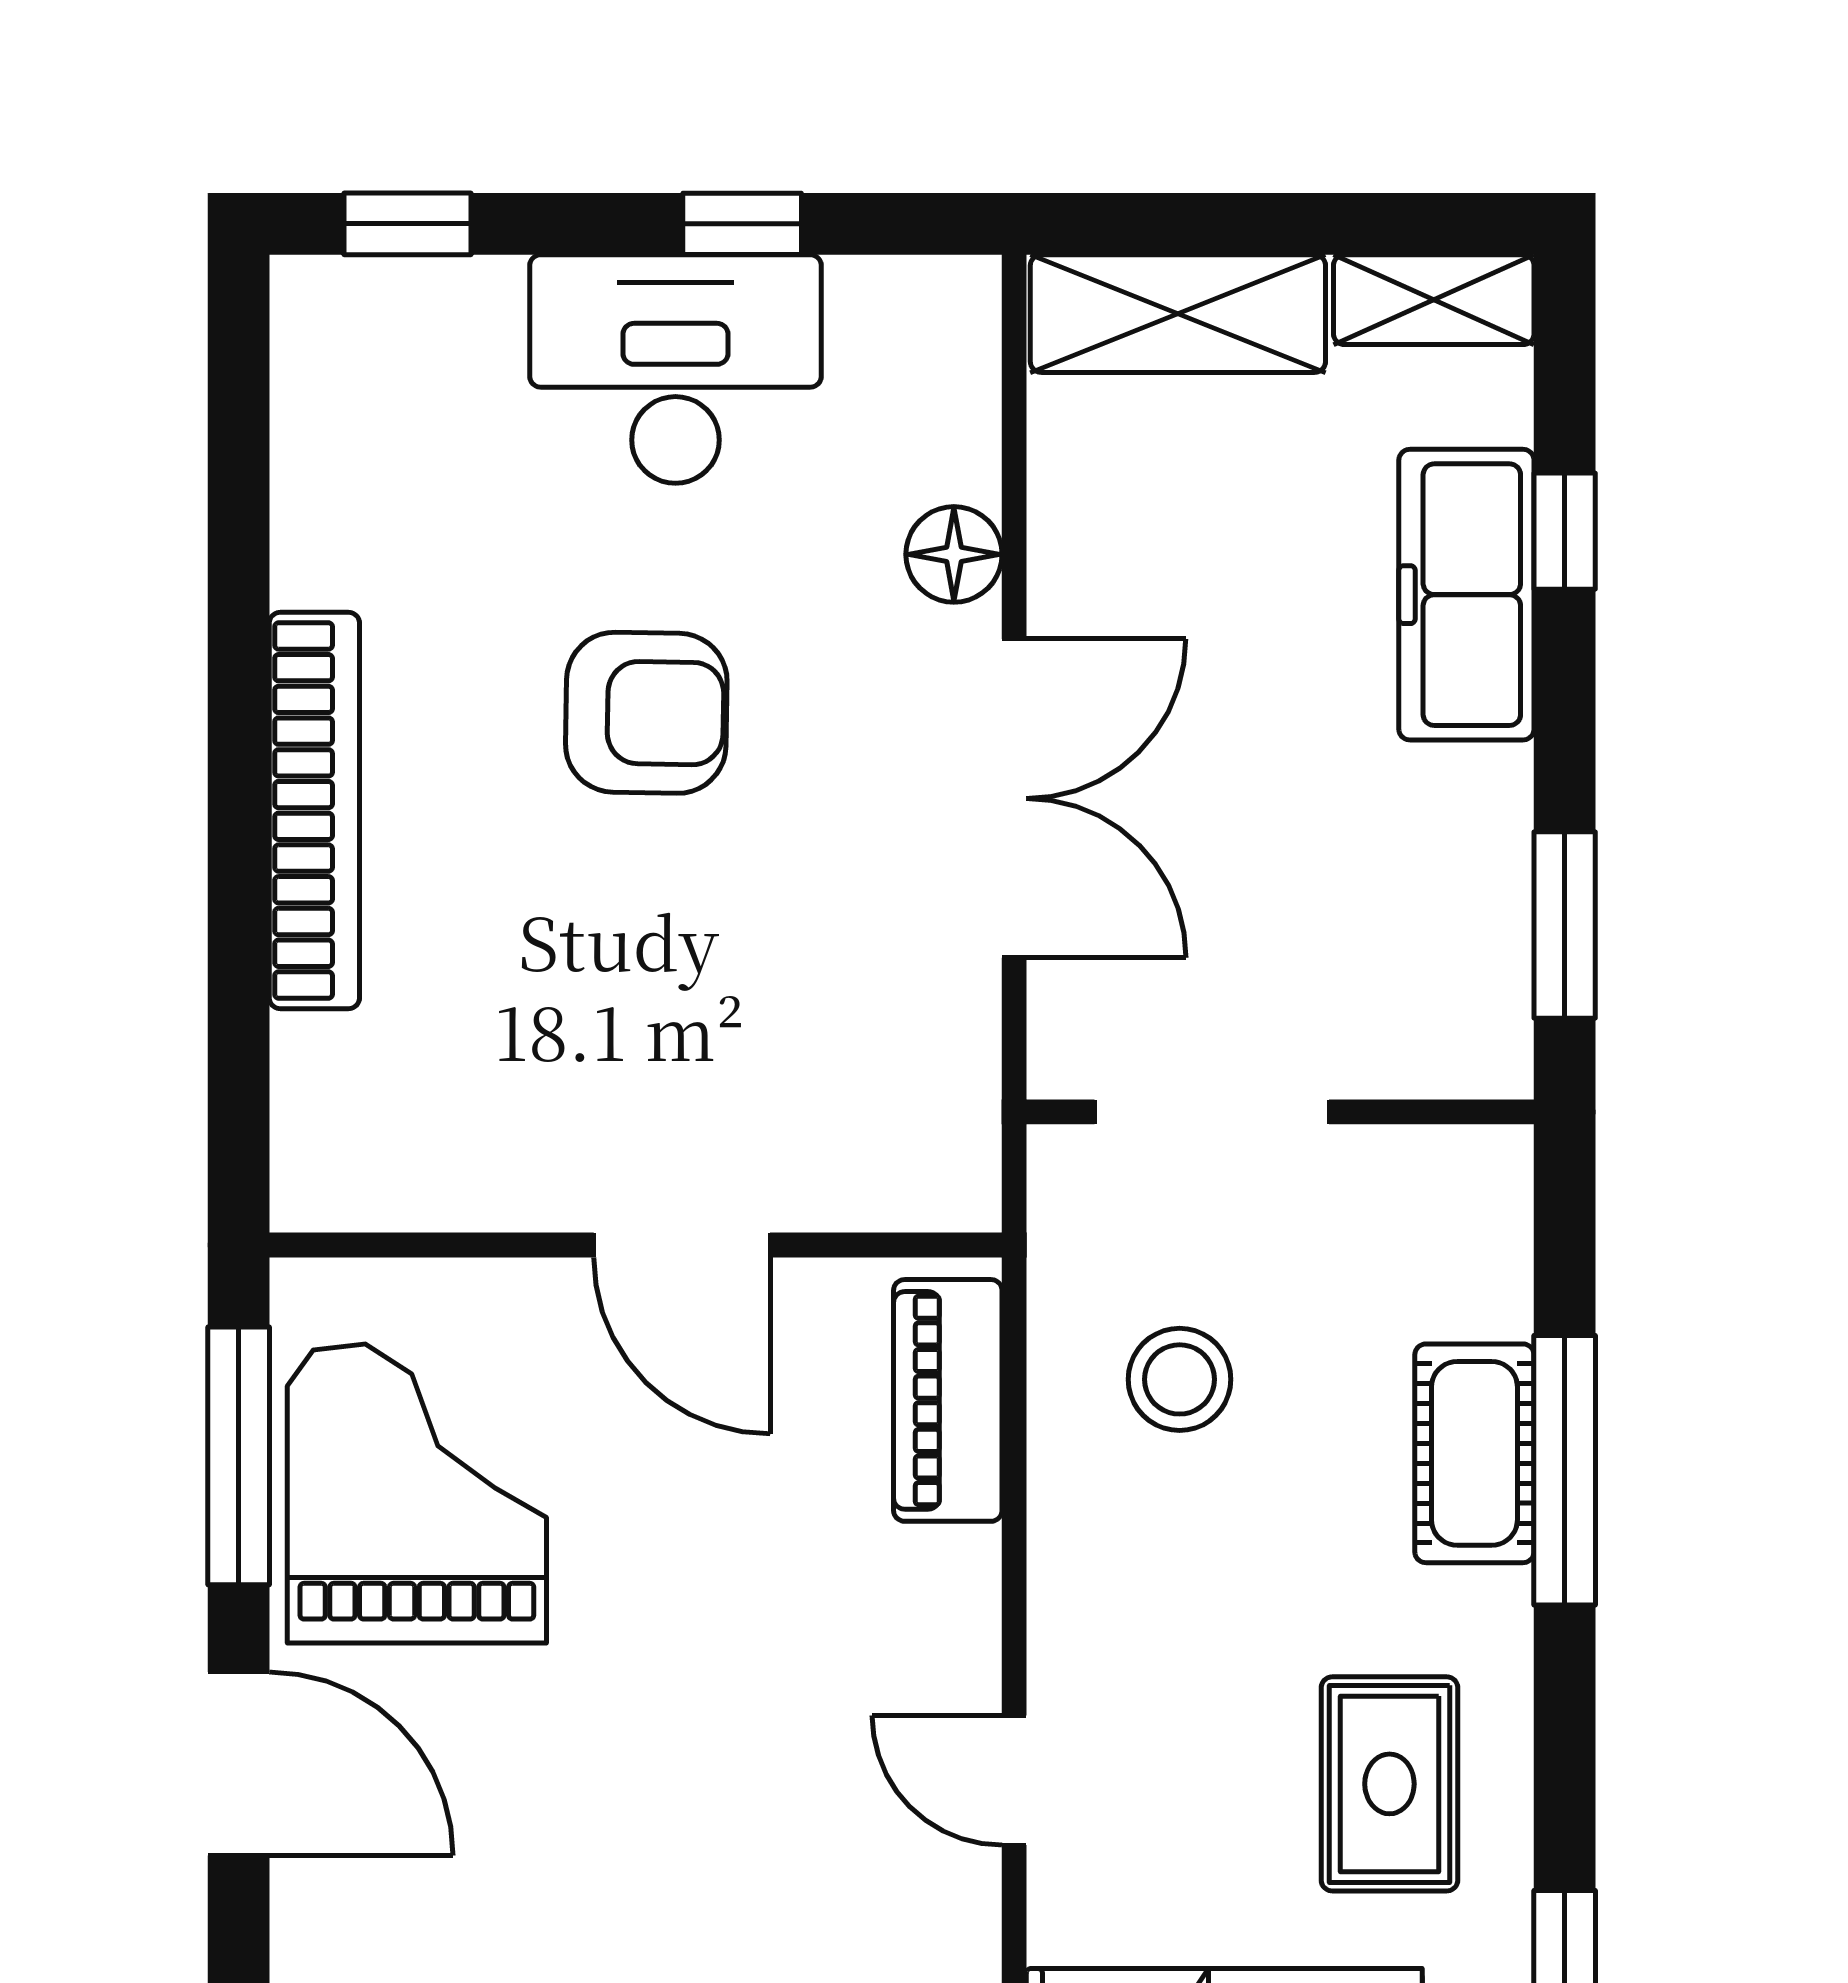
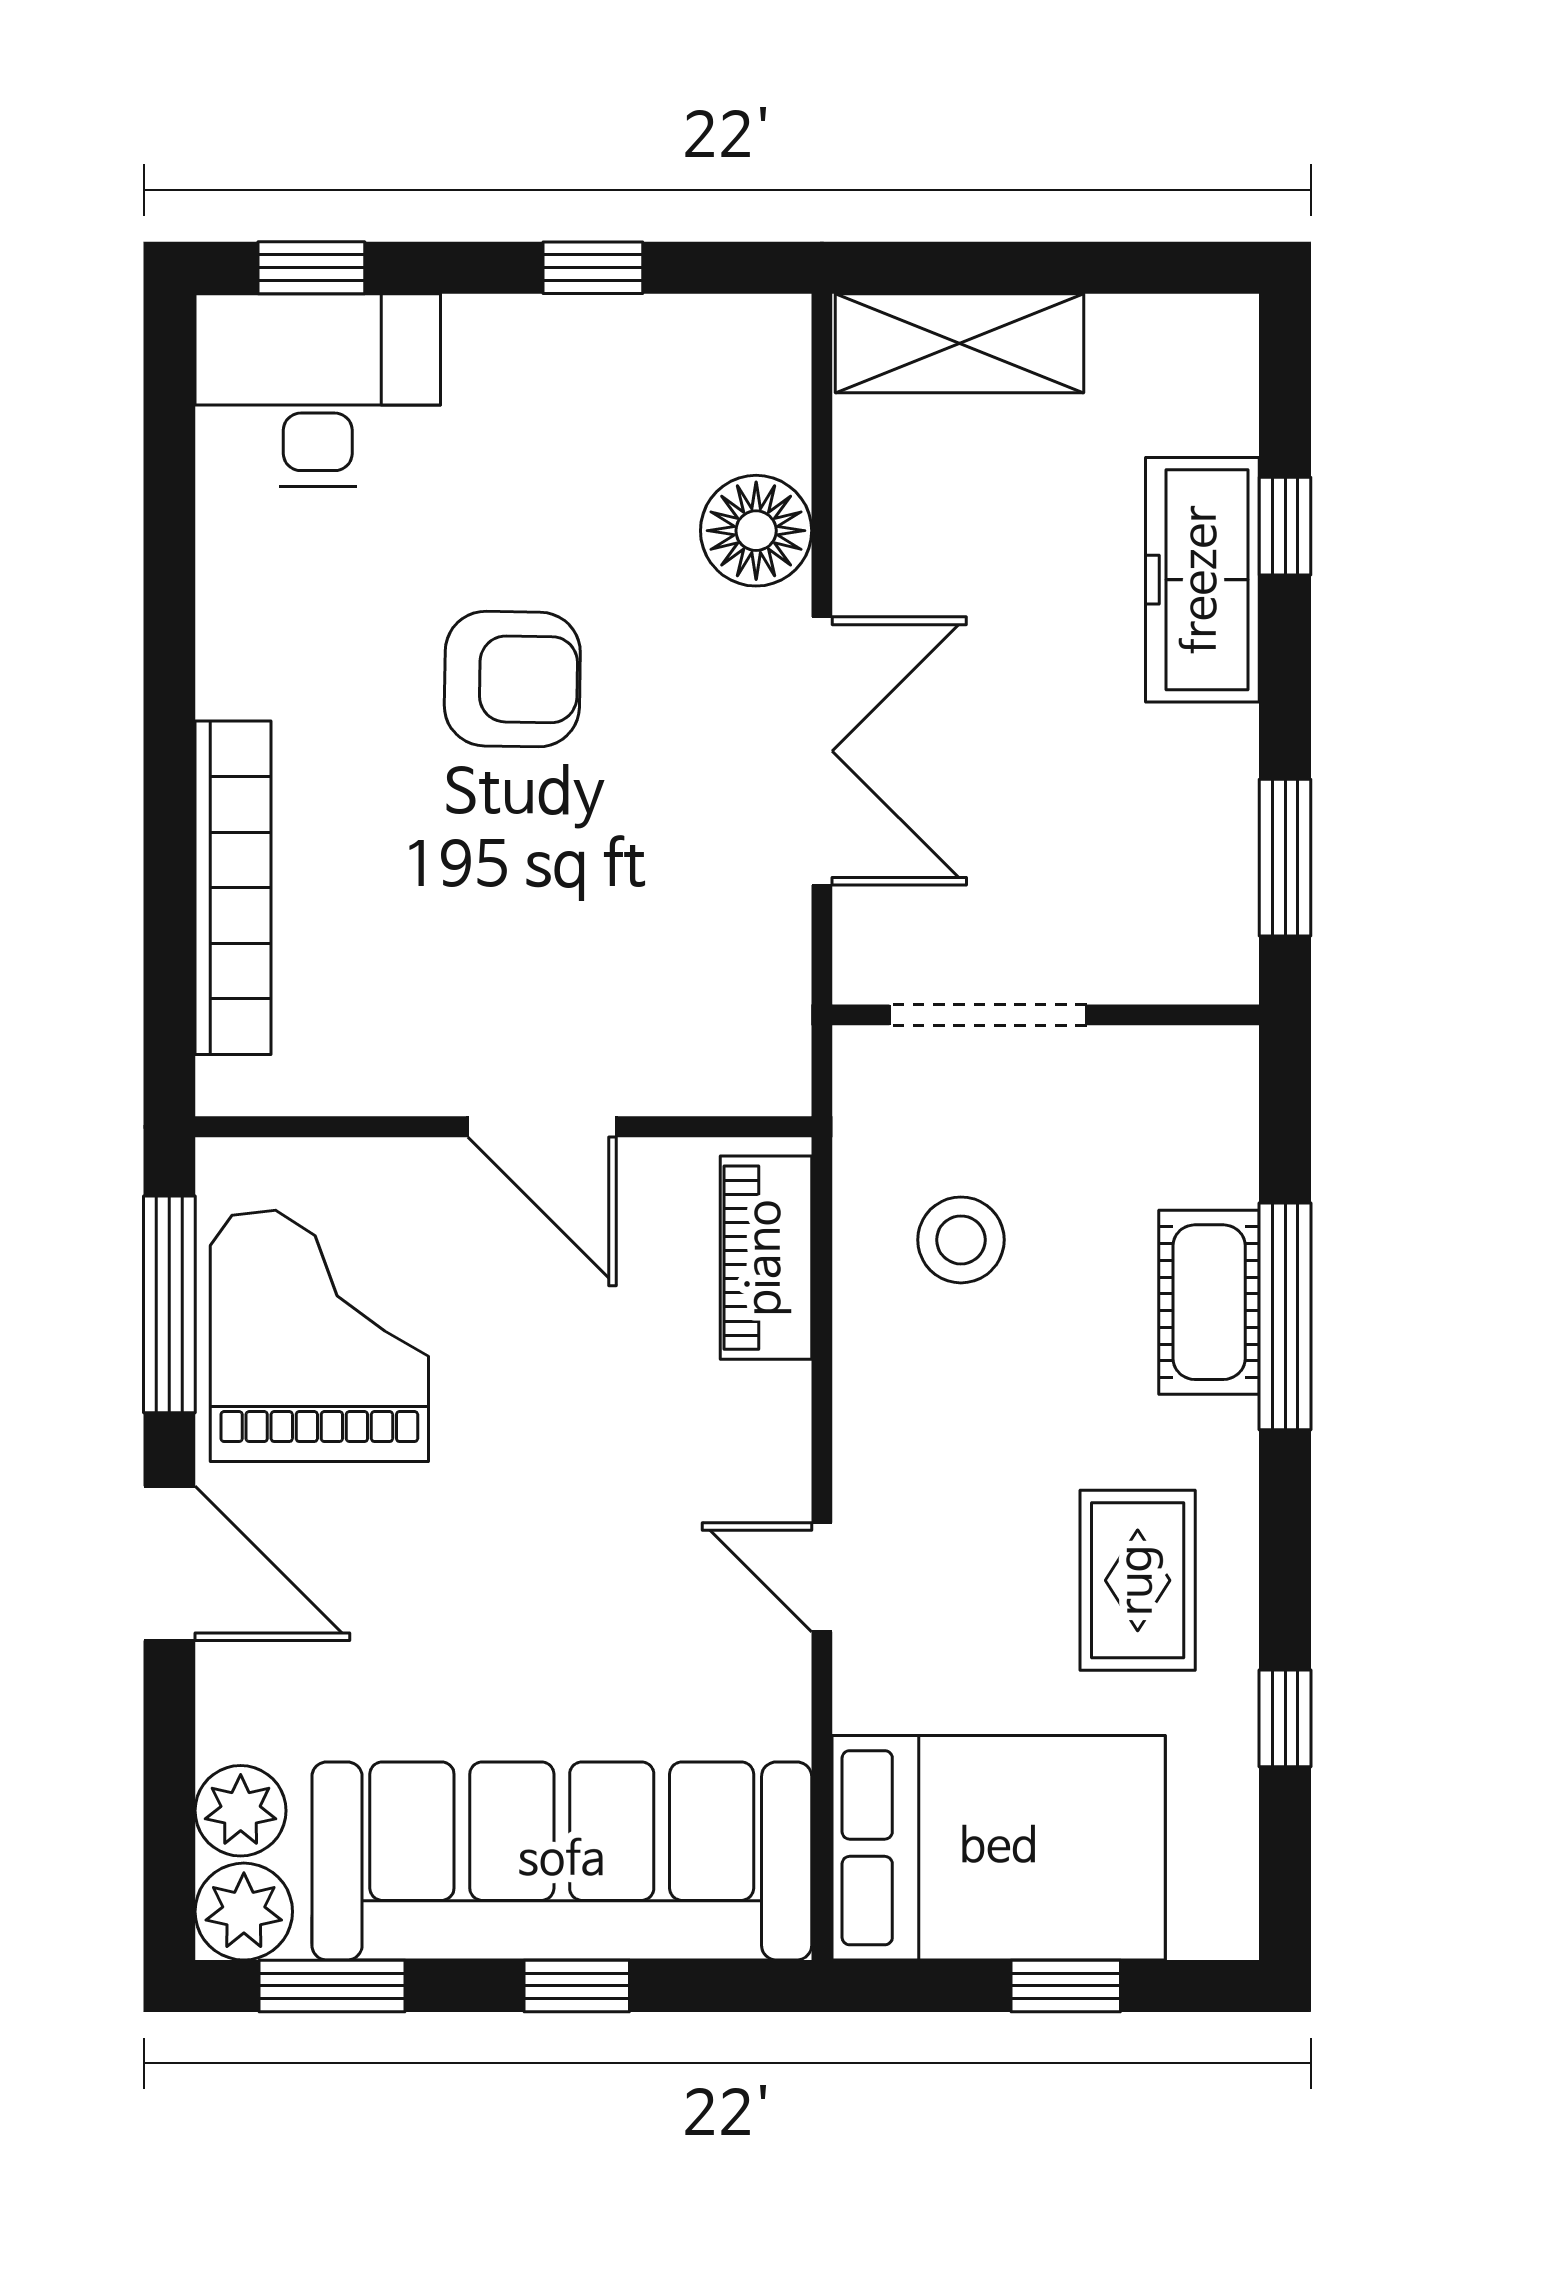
shelving: (1434, 300) -> (1175, 331), removed
desk: (675, 369) -> (318, 390), moved
floor lamp: (954, 554) -> (756, 531), width x1.38, depth x1.38
bookcase: (314, 810) -> (233, 888), moved

